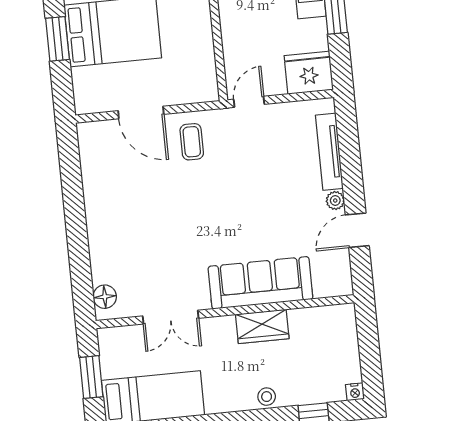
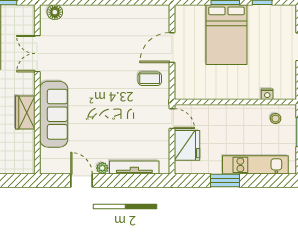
fridge: (309, 73) -> (187, 145), moved

